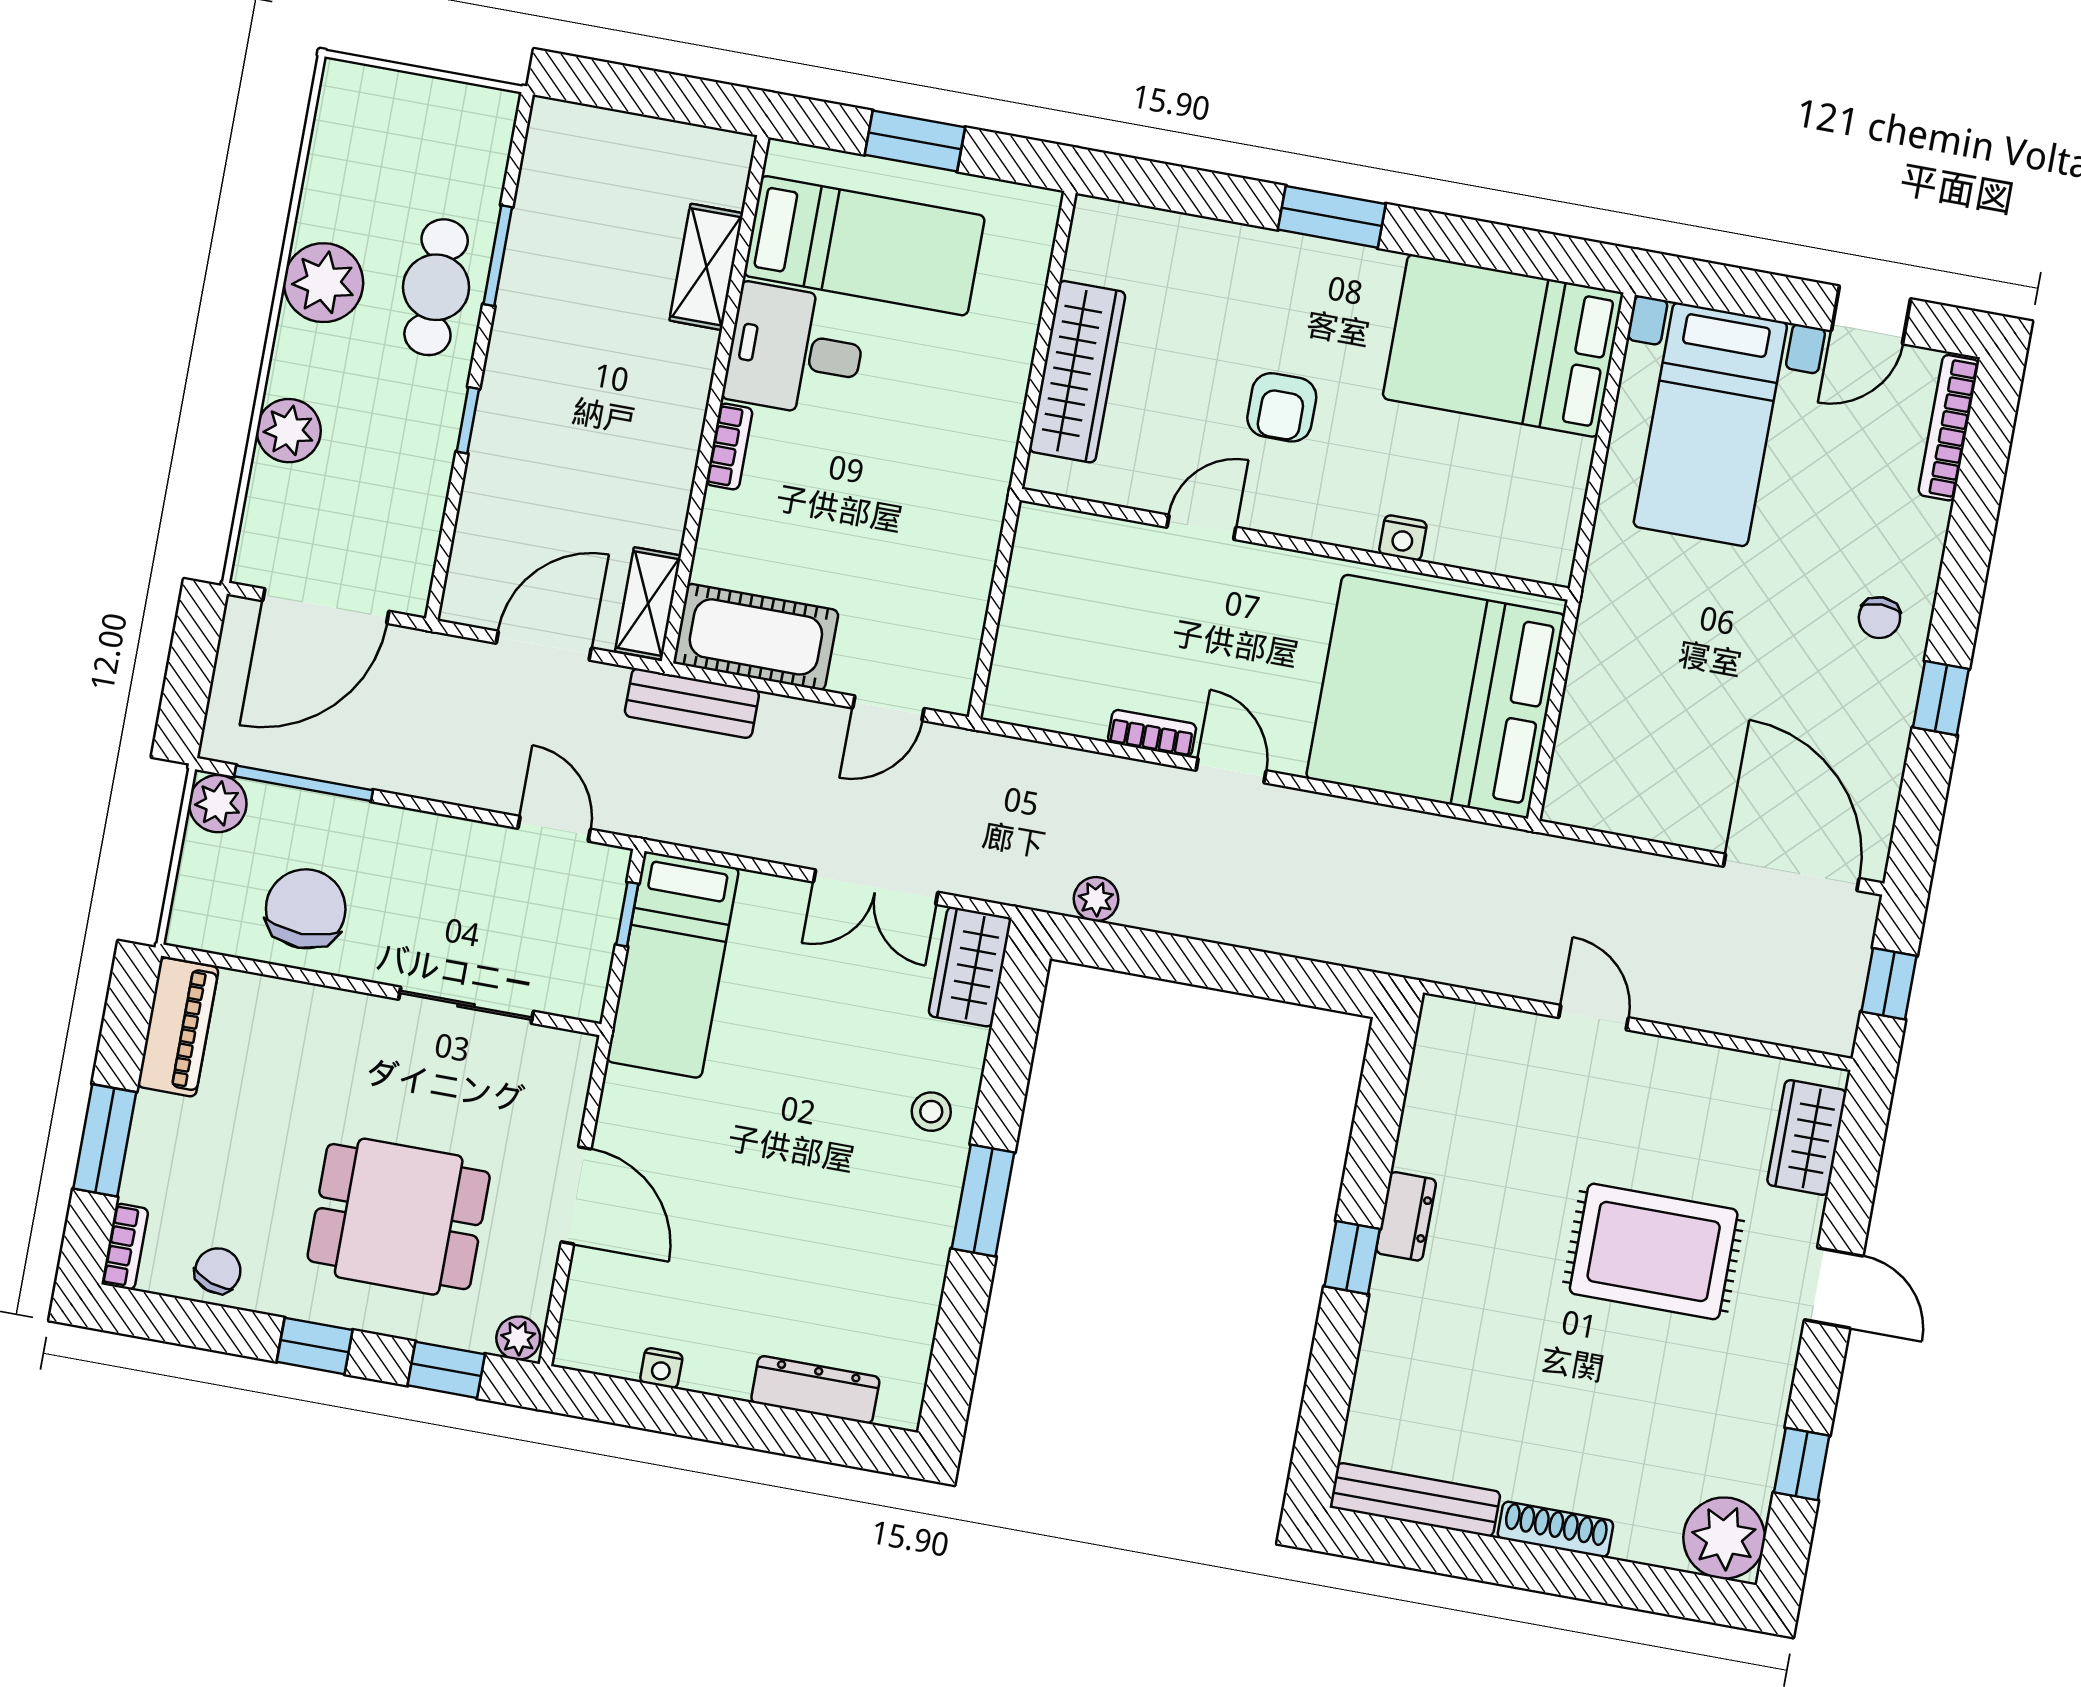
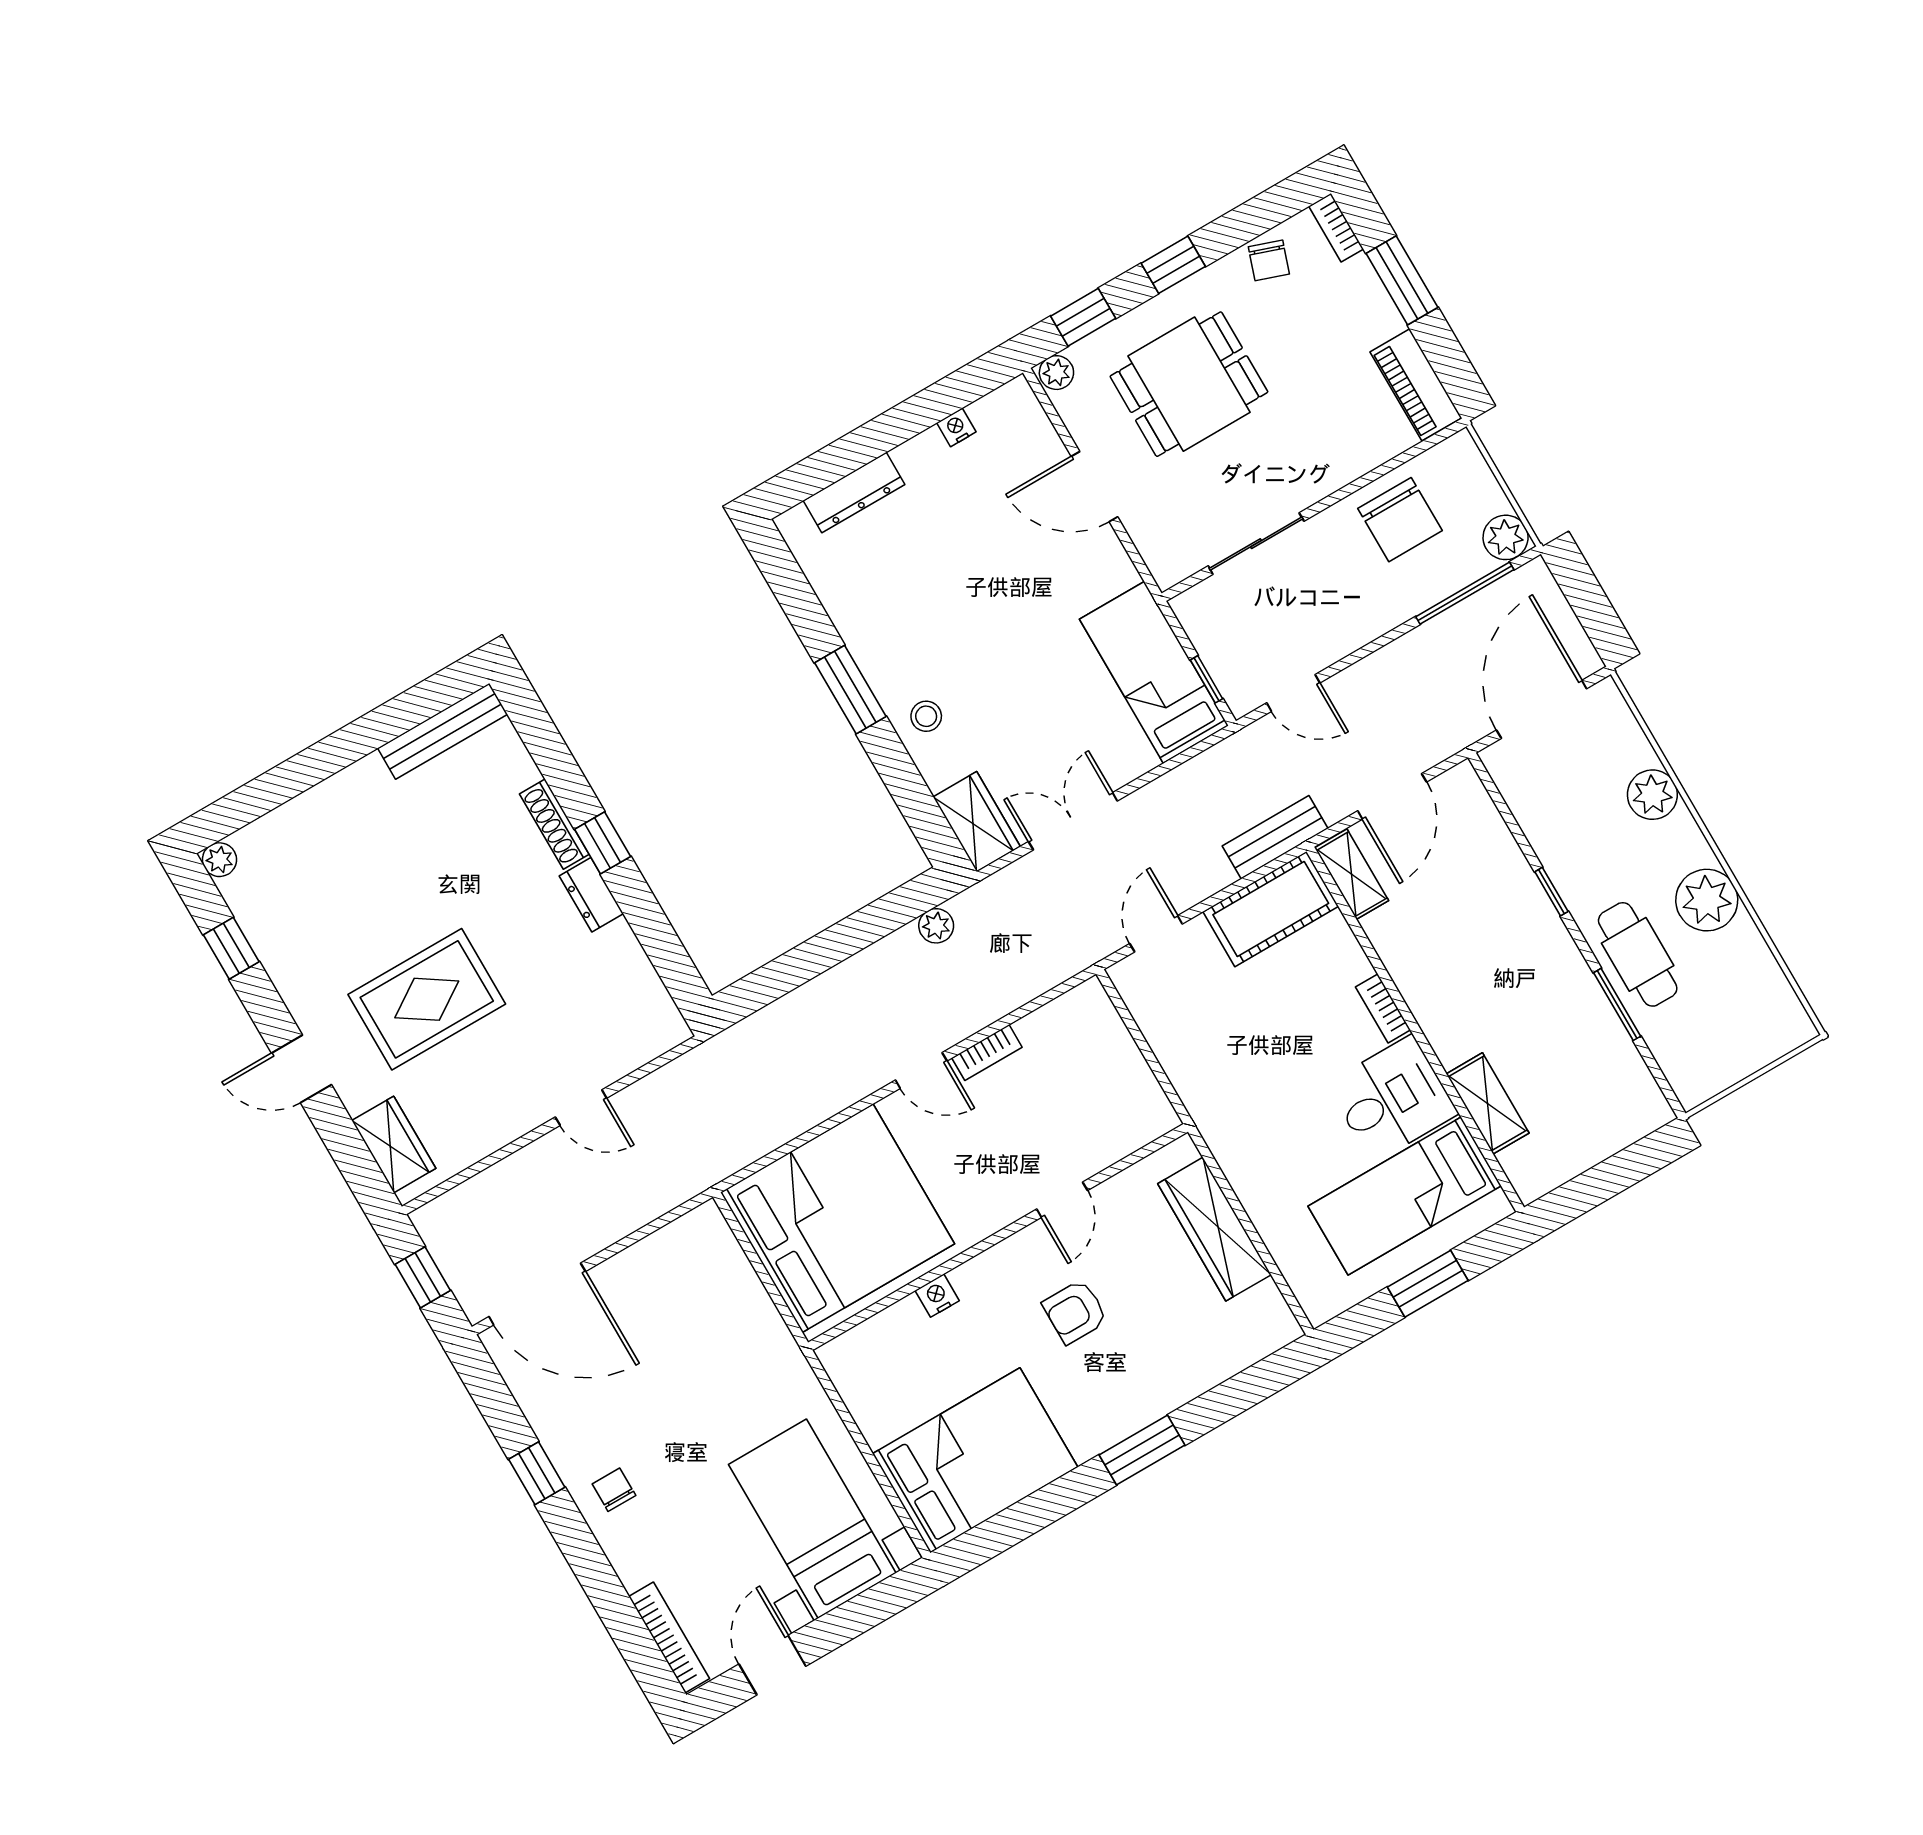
armchair: (1282, 407) -> (1075, 1312), turned -90
shoe rack: (1555, 1529) -> (554, 824), moved, turned 90
plant: (1724, 1538) -> (219, 860), width x0.53, depth x0.53

